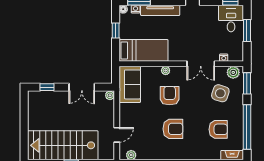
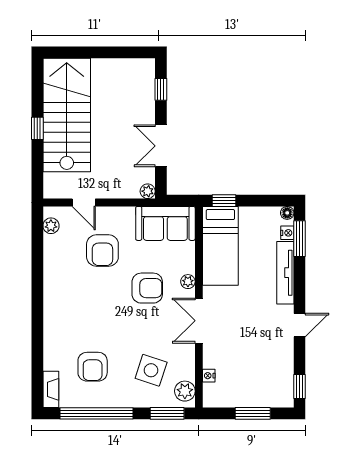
desk: (231, 19) -> (272, 388), removed
window: (116, 31) -> (224, 201), moved
double door: (201, 64) -> (199, 321), moved
armchair: (173, 129) -> (102, 251), moved

